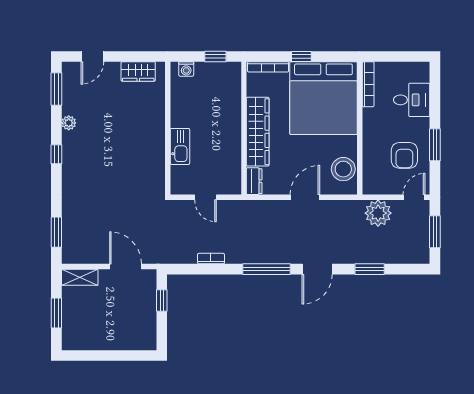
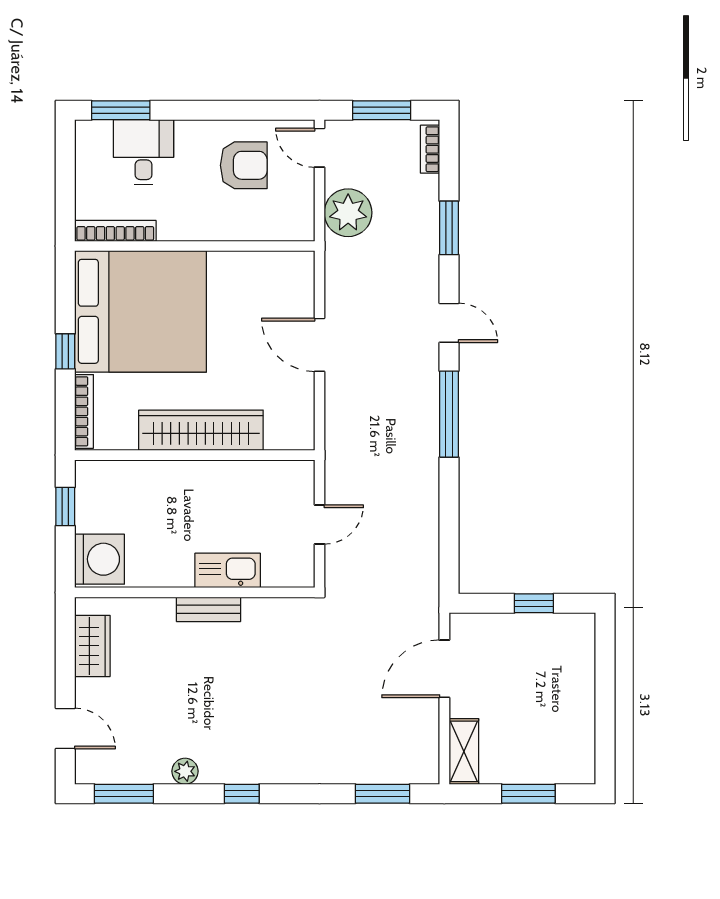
washing machine: (186, 69) -> (99, 559), width x1.89, depth x1.89
bench: (158, 136) -> (209, 609), added
window: (435, 145) -> (121, 110), moved
stool: (343, 169) -> (268, 276), removed
dresser: (254, 181) -> (290, 437), removed
bookcase: (211, 259) -> (430, 149), moved
door: (317, 269) -> (449, 323), width x0.73
window: (162, 300) -> (534, 603), moved

